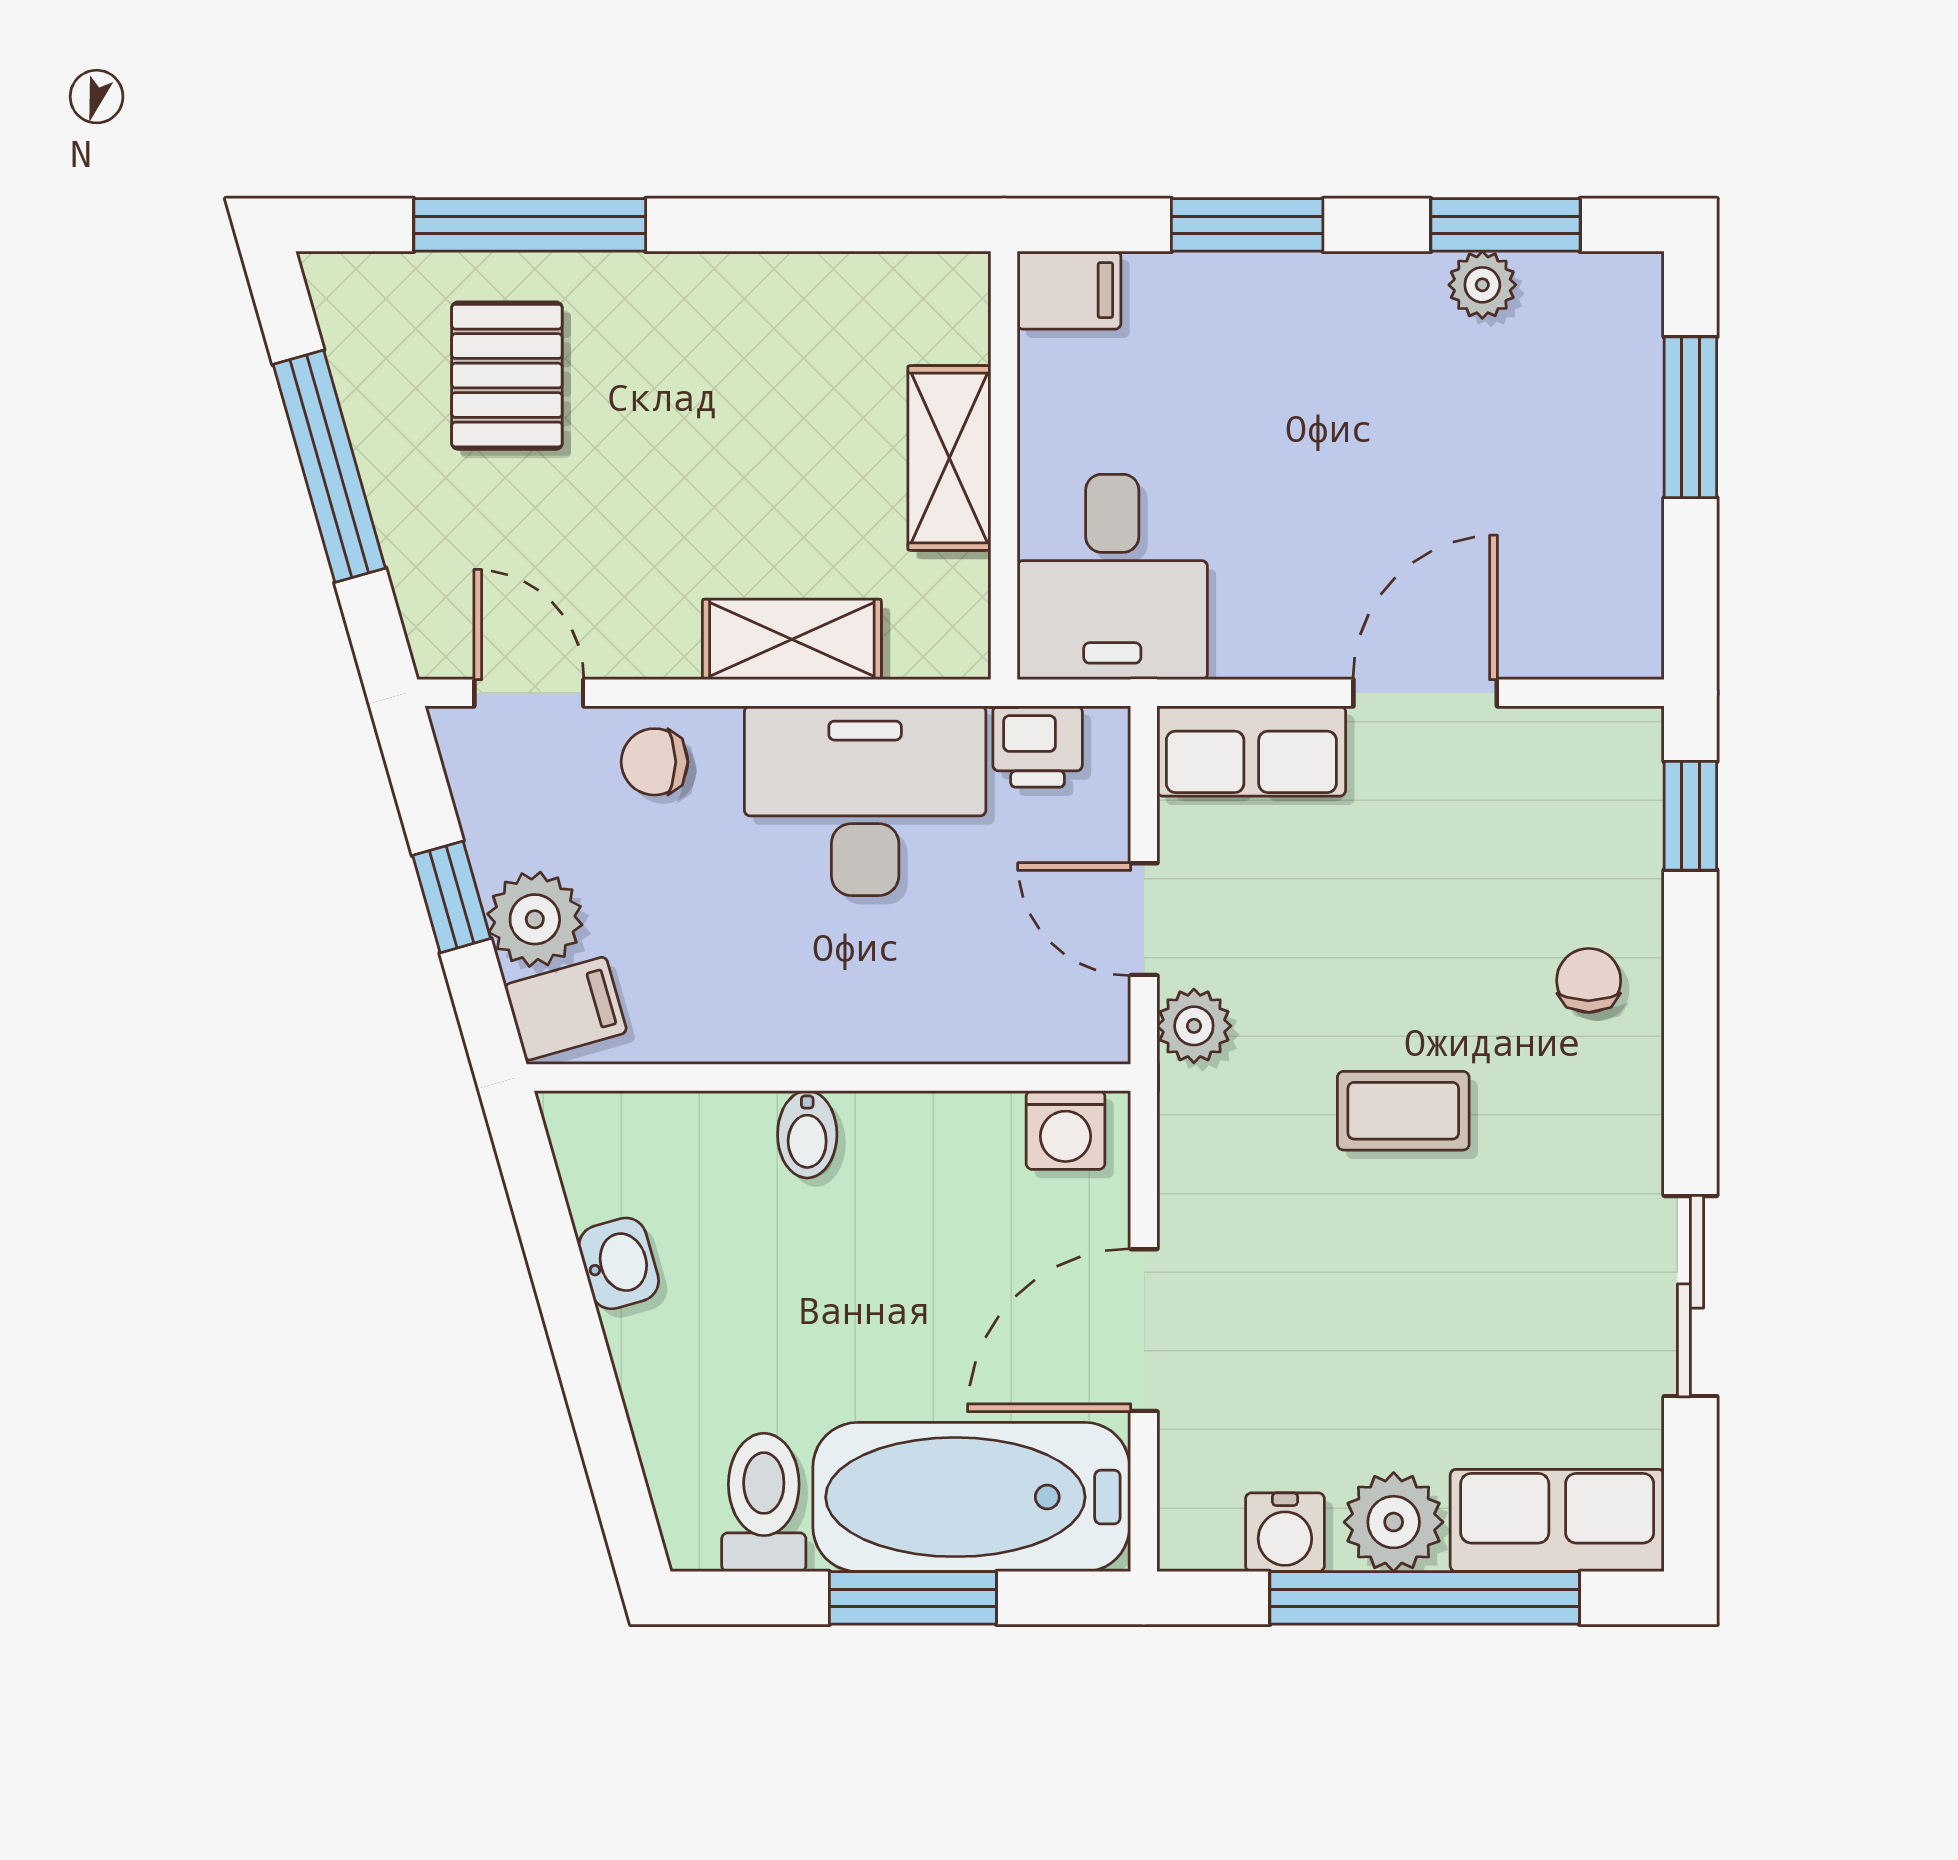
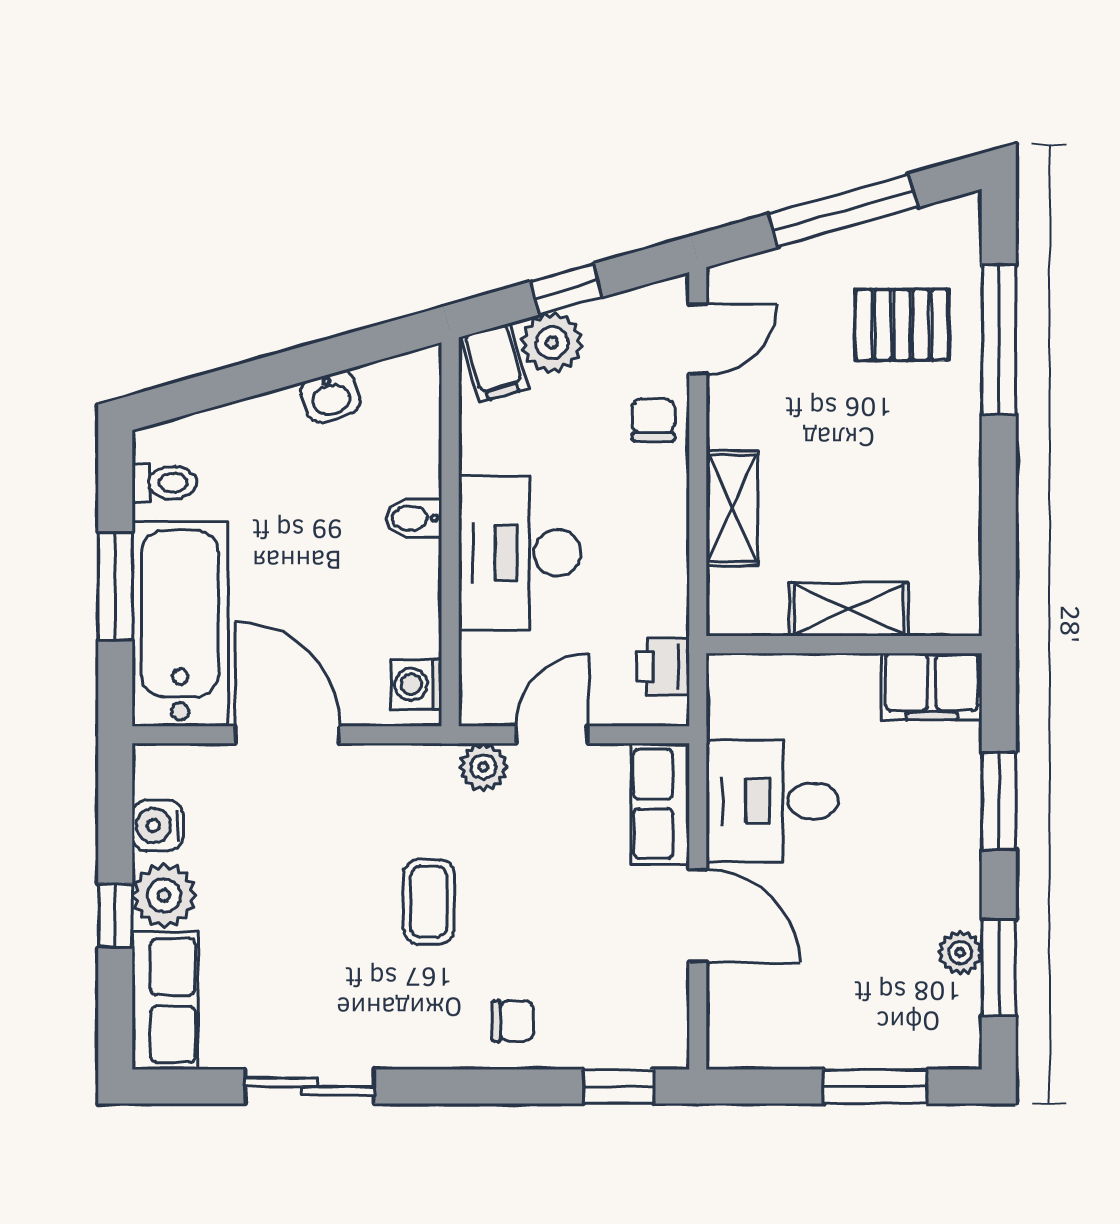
filing cabinet: (1069, 290) -> (932, 687), width x2.00
desk: (1112, 577) -> (772, 801), moved
desk: (865, 801) -> (520, 553), moved, turned 180
toilet: (764, 1502) -> (164, 483), width x0.73, depth x0.72
window: (1425, 1598) -> (115, 915), width x0.32

